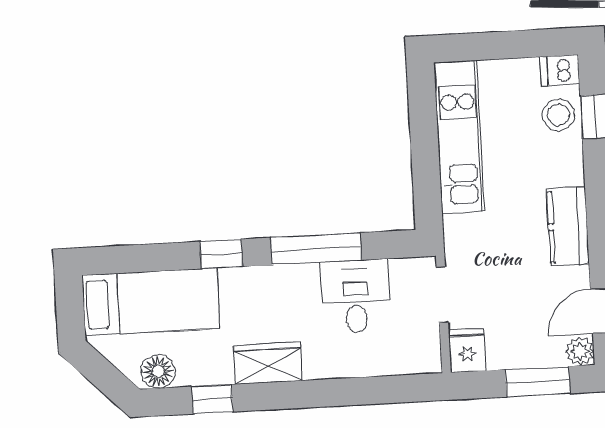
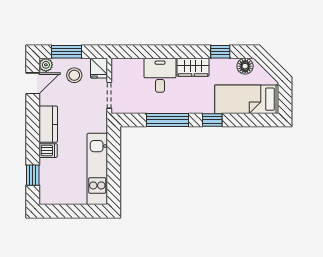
dishwasher: (560, 70) -> (48, 151), moved
stool: (558, 115) -> (74, 75), moved
desk: (356, 297) -> (160, 75), moved, turned 180

